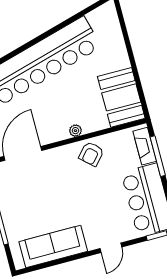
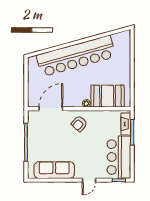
booth: (121, 97) -> (108, 96), moved, turned 90
armchair: (91, 154) -> (79, 124), moved

